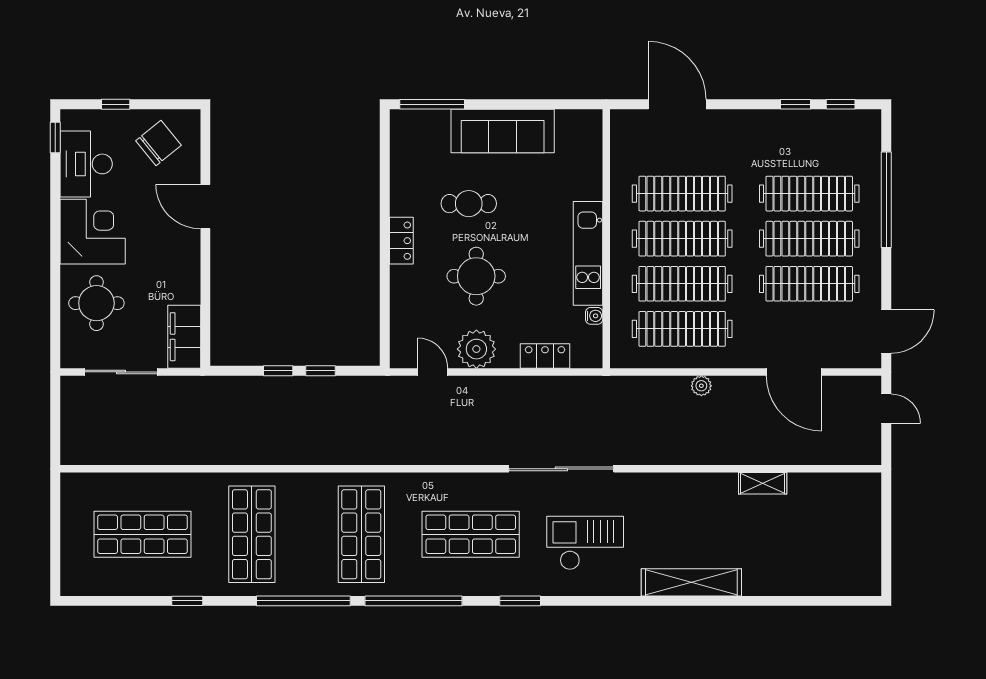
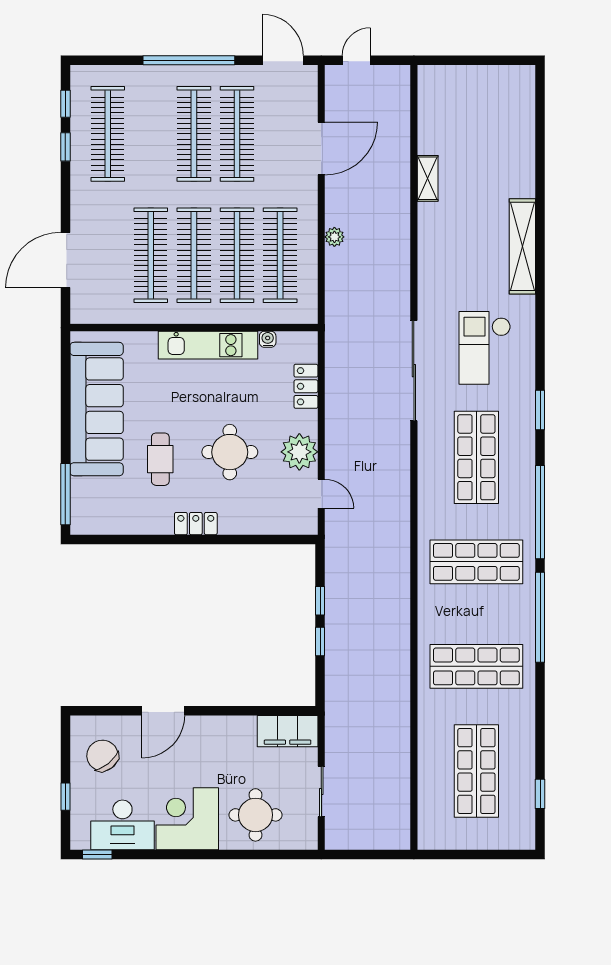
sofa: (503, 131) -> (97, 409), width x1.36, depth x1.27
clothes rail: (809, 194) -> (108, 134), moved
window: (886, 200) -> (189, 60), moved
sliding door: (121, 372) -> (321, 791), width x0.73
door: (433, 372) -> (321, 494), swing flipped
window: (187, 601) -> (540, 794), moved

